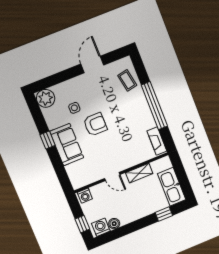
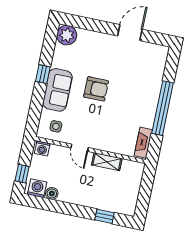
coffee table: (127, 80) -> (153, 68), removed
side table: (74, 108) -> (56, 126), moved
kitchen sink: (172, 187) -> (129, 195), removed

